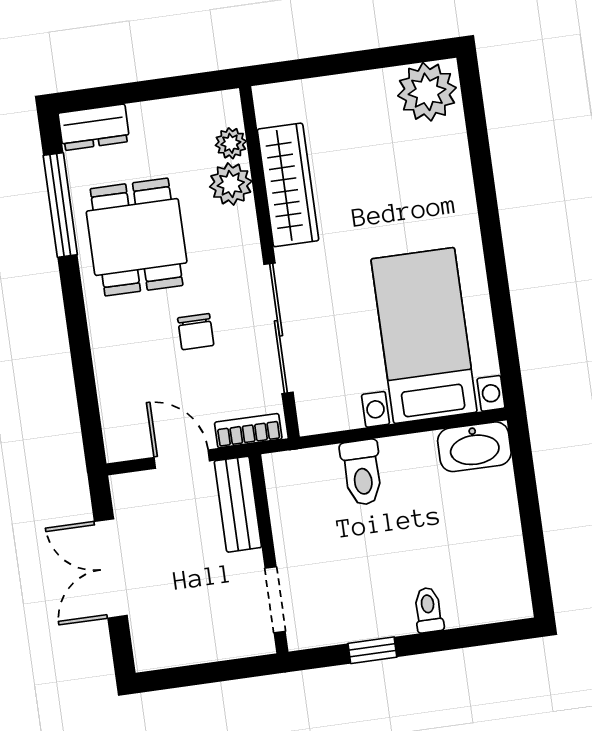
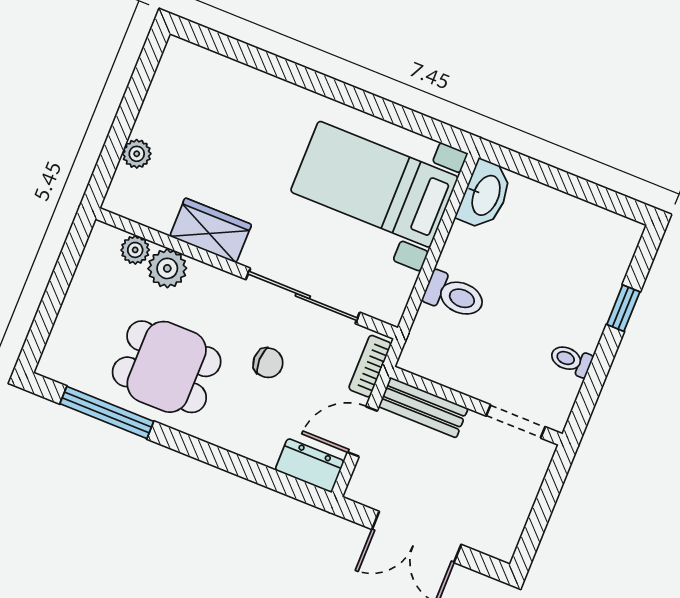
plant: (427, 92) -> (137, 154), moved, width x0.53, depth x0.53
dresser: (94, 127) -> (310, 465), moved, turned -90
wardrobe: (288, 185) -> (211, 230), width x0.67
toilet: (428, 610) -> (571, 360), moved
window: (372, 650) -> (623, 308), moved

